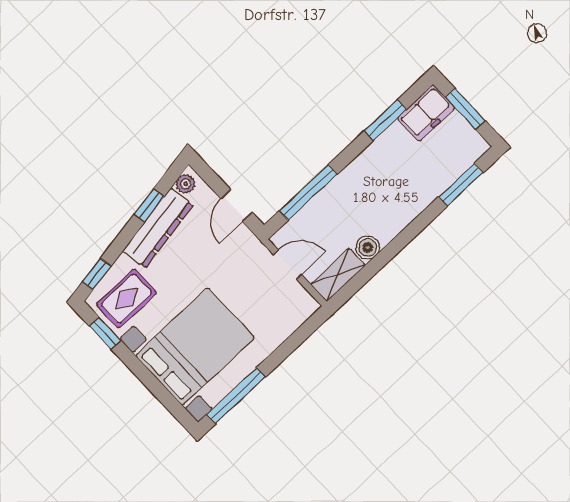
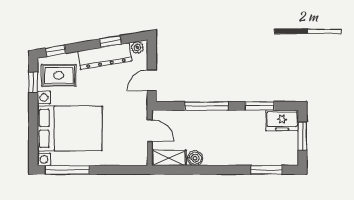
window: (308, 192) -> (207, 106), moved

